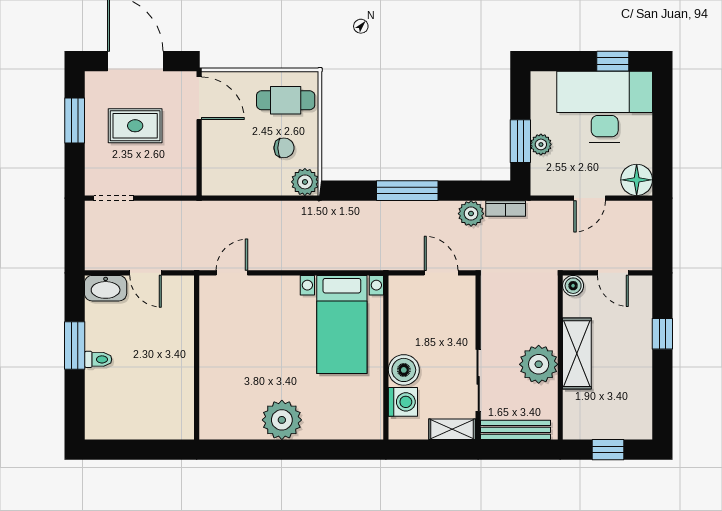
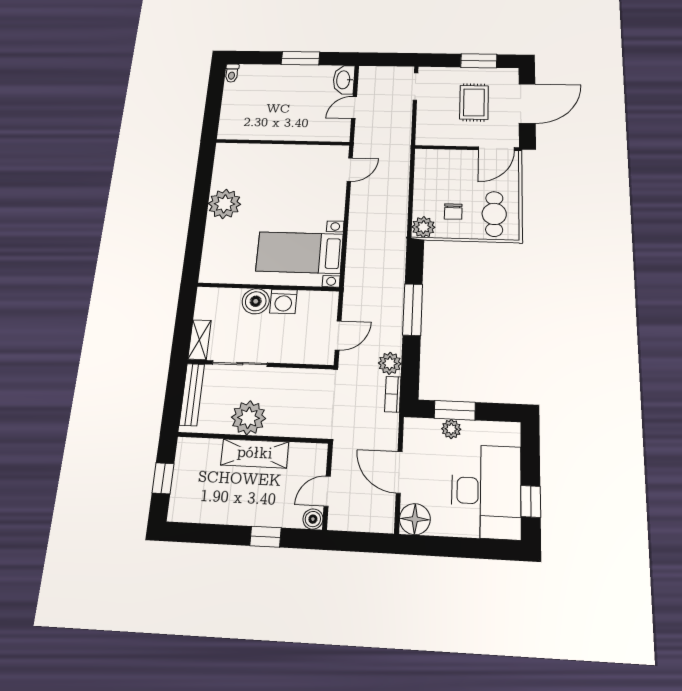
door: (590, 198) -> (399, 472), width x1.38
door: (232, 273) -> (350, 170), hinge flipped
boiler: (573, 286) -> (313, 519), moved
toilet: (98, 359) -> (232, 73), moved
washing machine: (403, 402) -> (283, 301), moved

